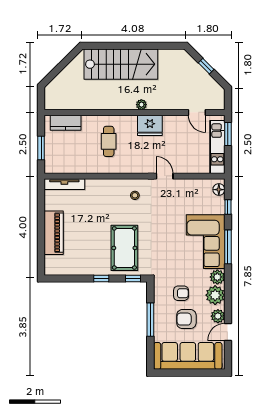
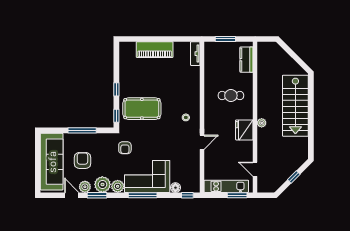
door: (197, 112) -> (255, 169), hinge flipped
tv unit: (64, 184) -> (195, 54), width x0.71
floor lamp: (219, 190) -> (175, 188), moved
window: (228, 207) -> (187, 195), moved
armchair: (181, 293) -> (125, 148), moved
window: (228, 302) -> (97, 195), added

